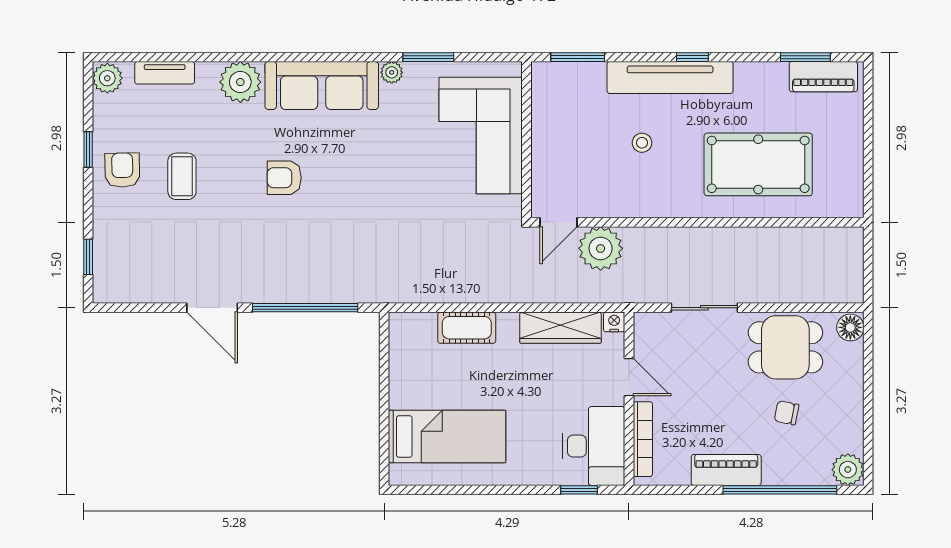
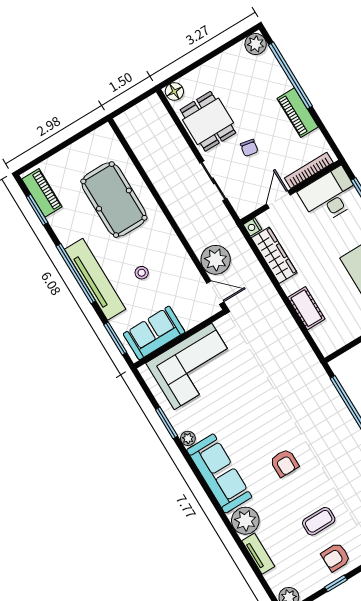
window: (692, 57) -> (76, 274), width x3.17
tv unit: (165, 73) -> (258, 554), moved
sofa: (554, 112) -> (154, 333), added
chair: (787, 413) -> (249, 148), moved

